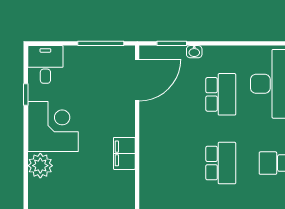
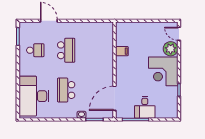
desk: (45, 64) -> (145, 107), moved
filing cabinet: (124, 153) -> (122, 51), width x0.50
school desk: (221, 163) -> (66, 50), turned 180
door: (26, 192) -> (179, 34), added

